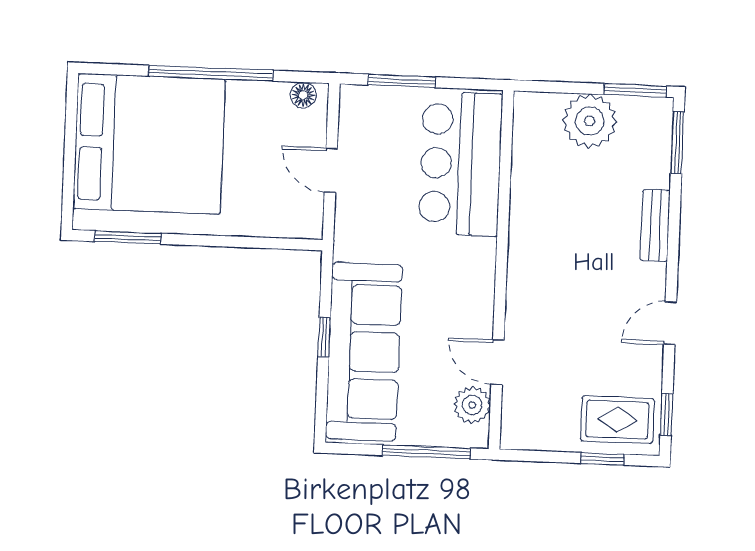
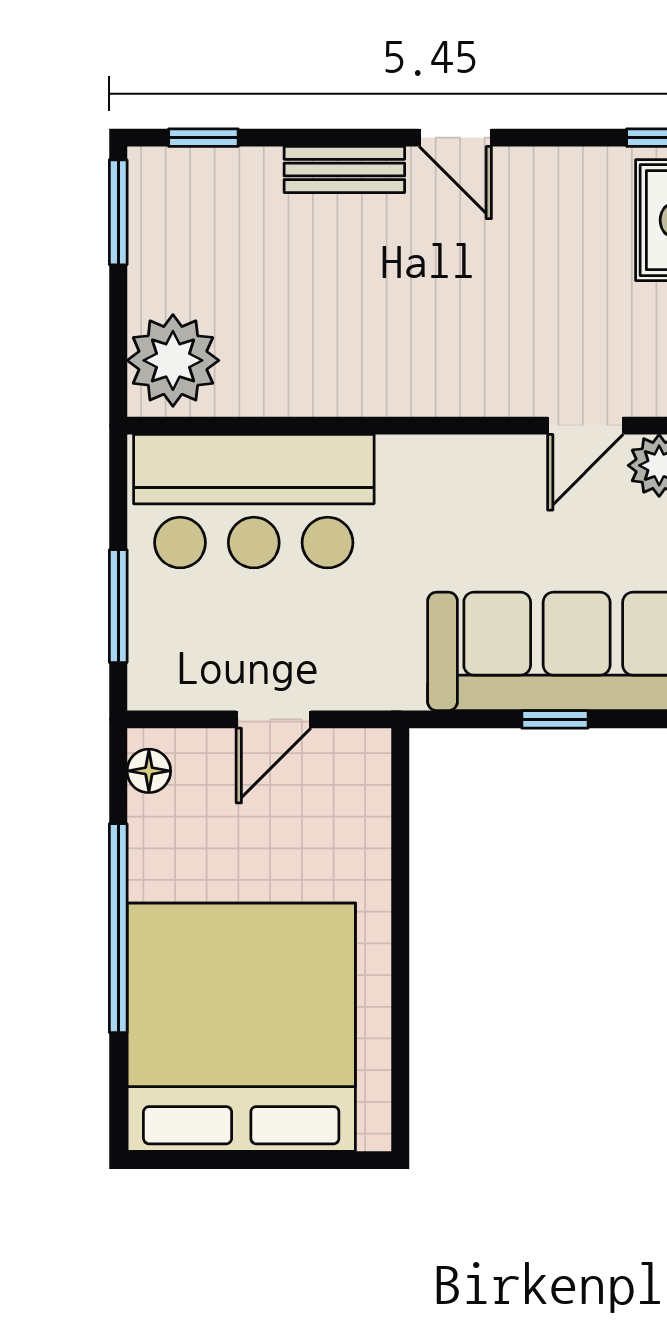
plant: (590, 121) -> (173, 360), moved
window: (677, 143) -> (203, 138), width x0.67
window: (128, 237) -> (400, 1057), removed
door: (670, 323) -> (455, 138), moved

